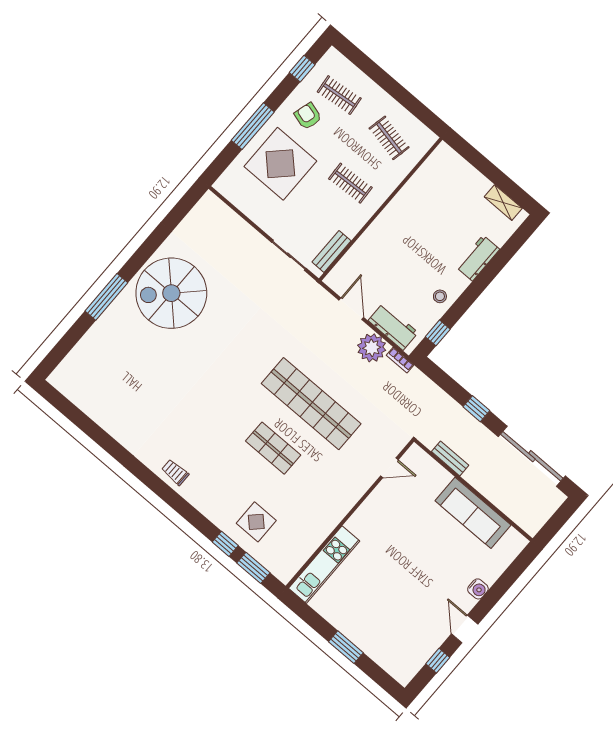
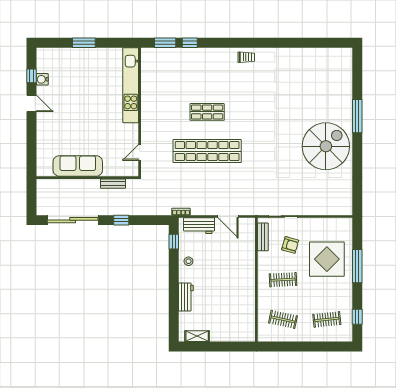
armchair: (308, 116) -> (290, 245), moved
plant: (372, 348) -> (201, 206), removed
display table: (256, 522) -> (184, 67), removed
kitchen unit: (324, 565) -> (131, 85), width x1.36
water cooler: (478, 589) -> (42, 79), moved

